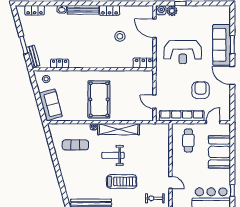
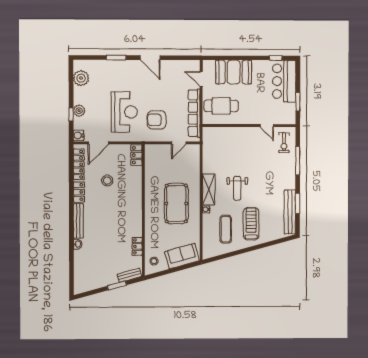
locker: (35, 10) -> (79, 164), moved, width x1.53
plant: (172, 11) -> (79, 111), moved
plant: (213, 13) -> (81, 78), added
sofa: (222, 45) -> (117, 69), removed
door: (232, 76) -> (150, 58), hinge flipped
armchair: (201, 90) -> (157, 120), moved
pool table: (99, 99) -> (176, 204), turned 90
shelving: (119, 129) -> (209, 189), width x0.68
cafe table: (188, 141) -> (221, 106), width x1.37, depth x1.35
treadmill: (122, 182) -> (251, 224), moved
door: (170, 183) -> (267, 126), swing flipped

